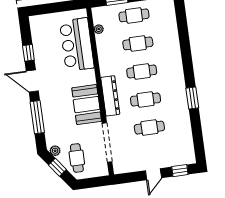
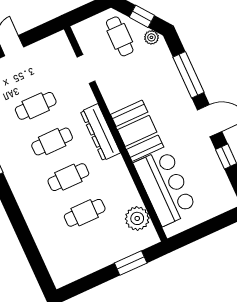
cafe table: (134, 15) -> (101, 248), removed
plant: (99, 29) -> (137, 218), width x1.88, depth x1.88
booth: (87, 105) -> (137, 131), moved
doorway: (107, 142) -> (86, 69), width x0.53

